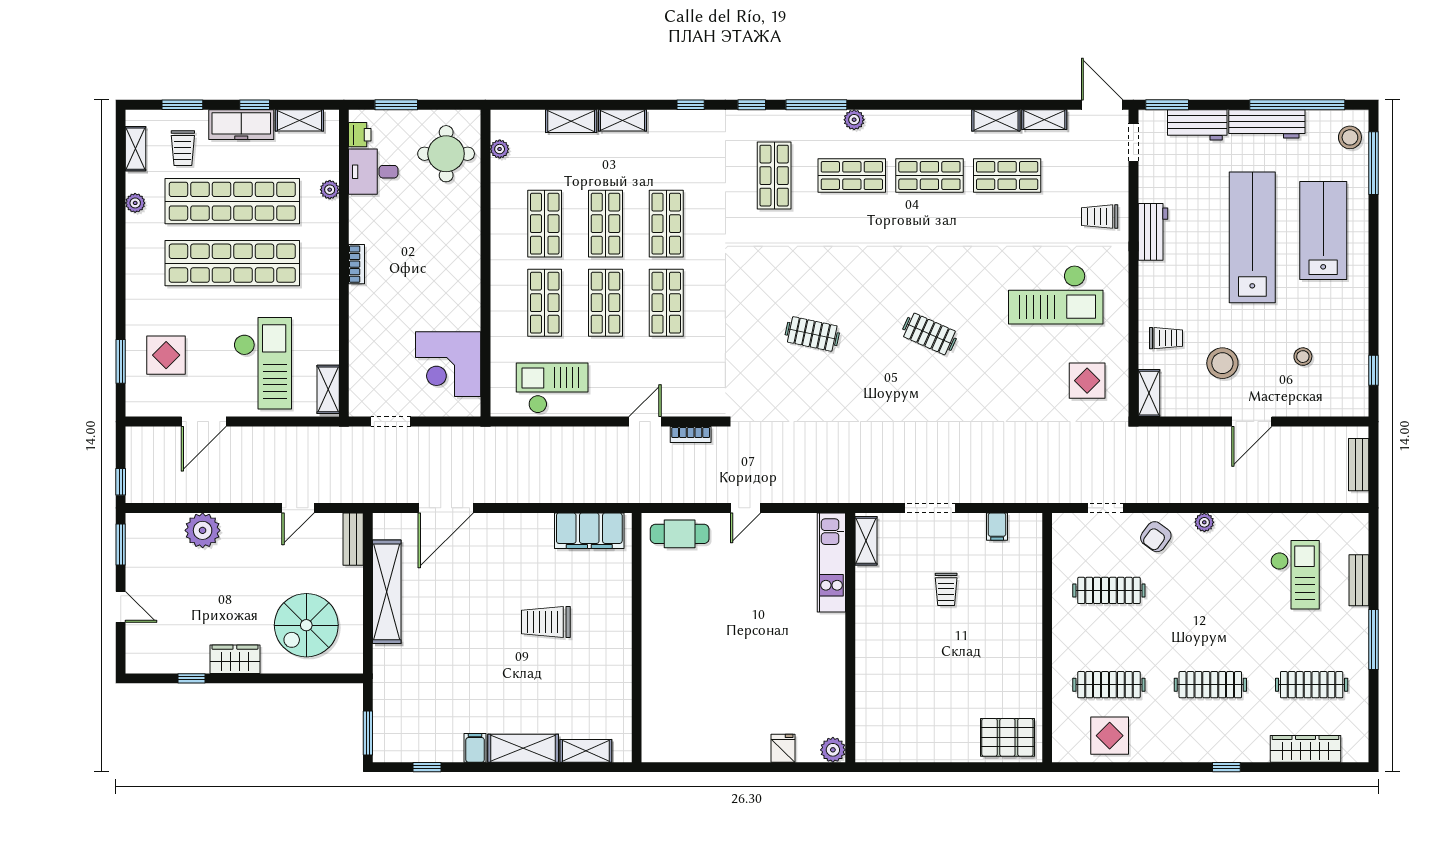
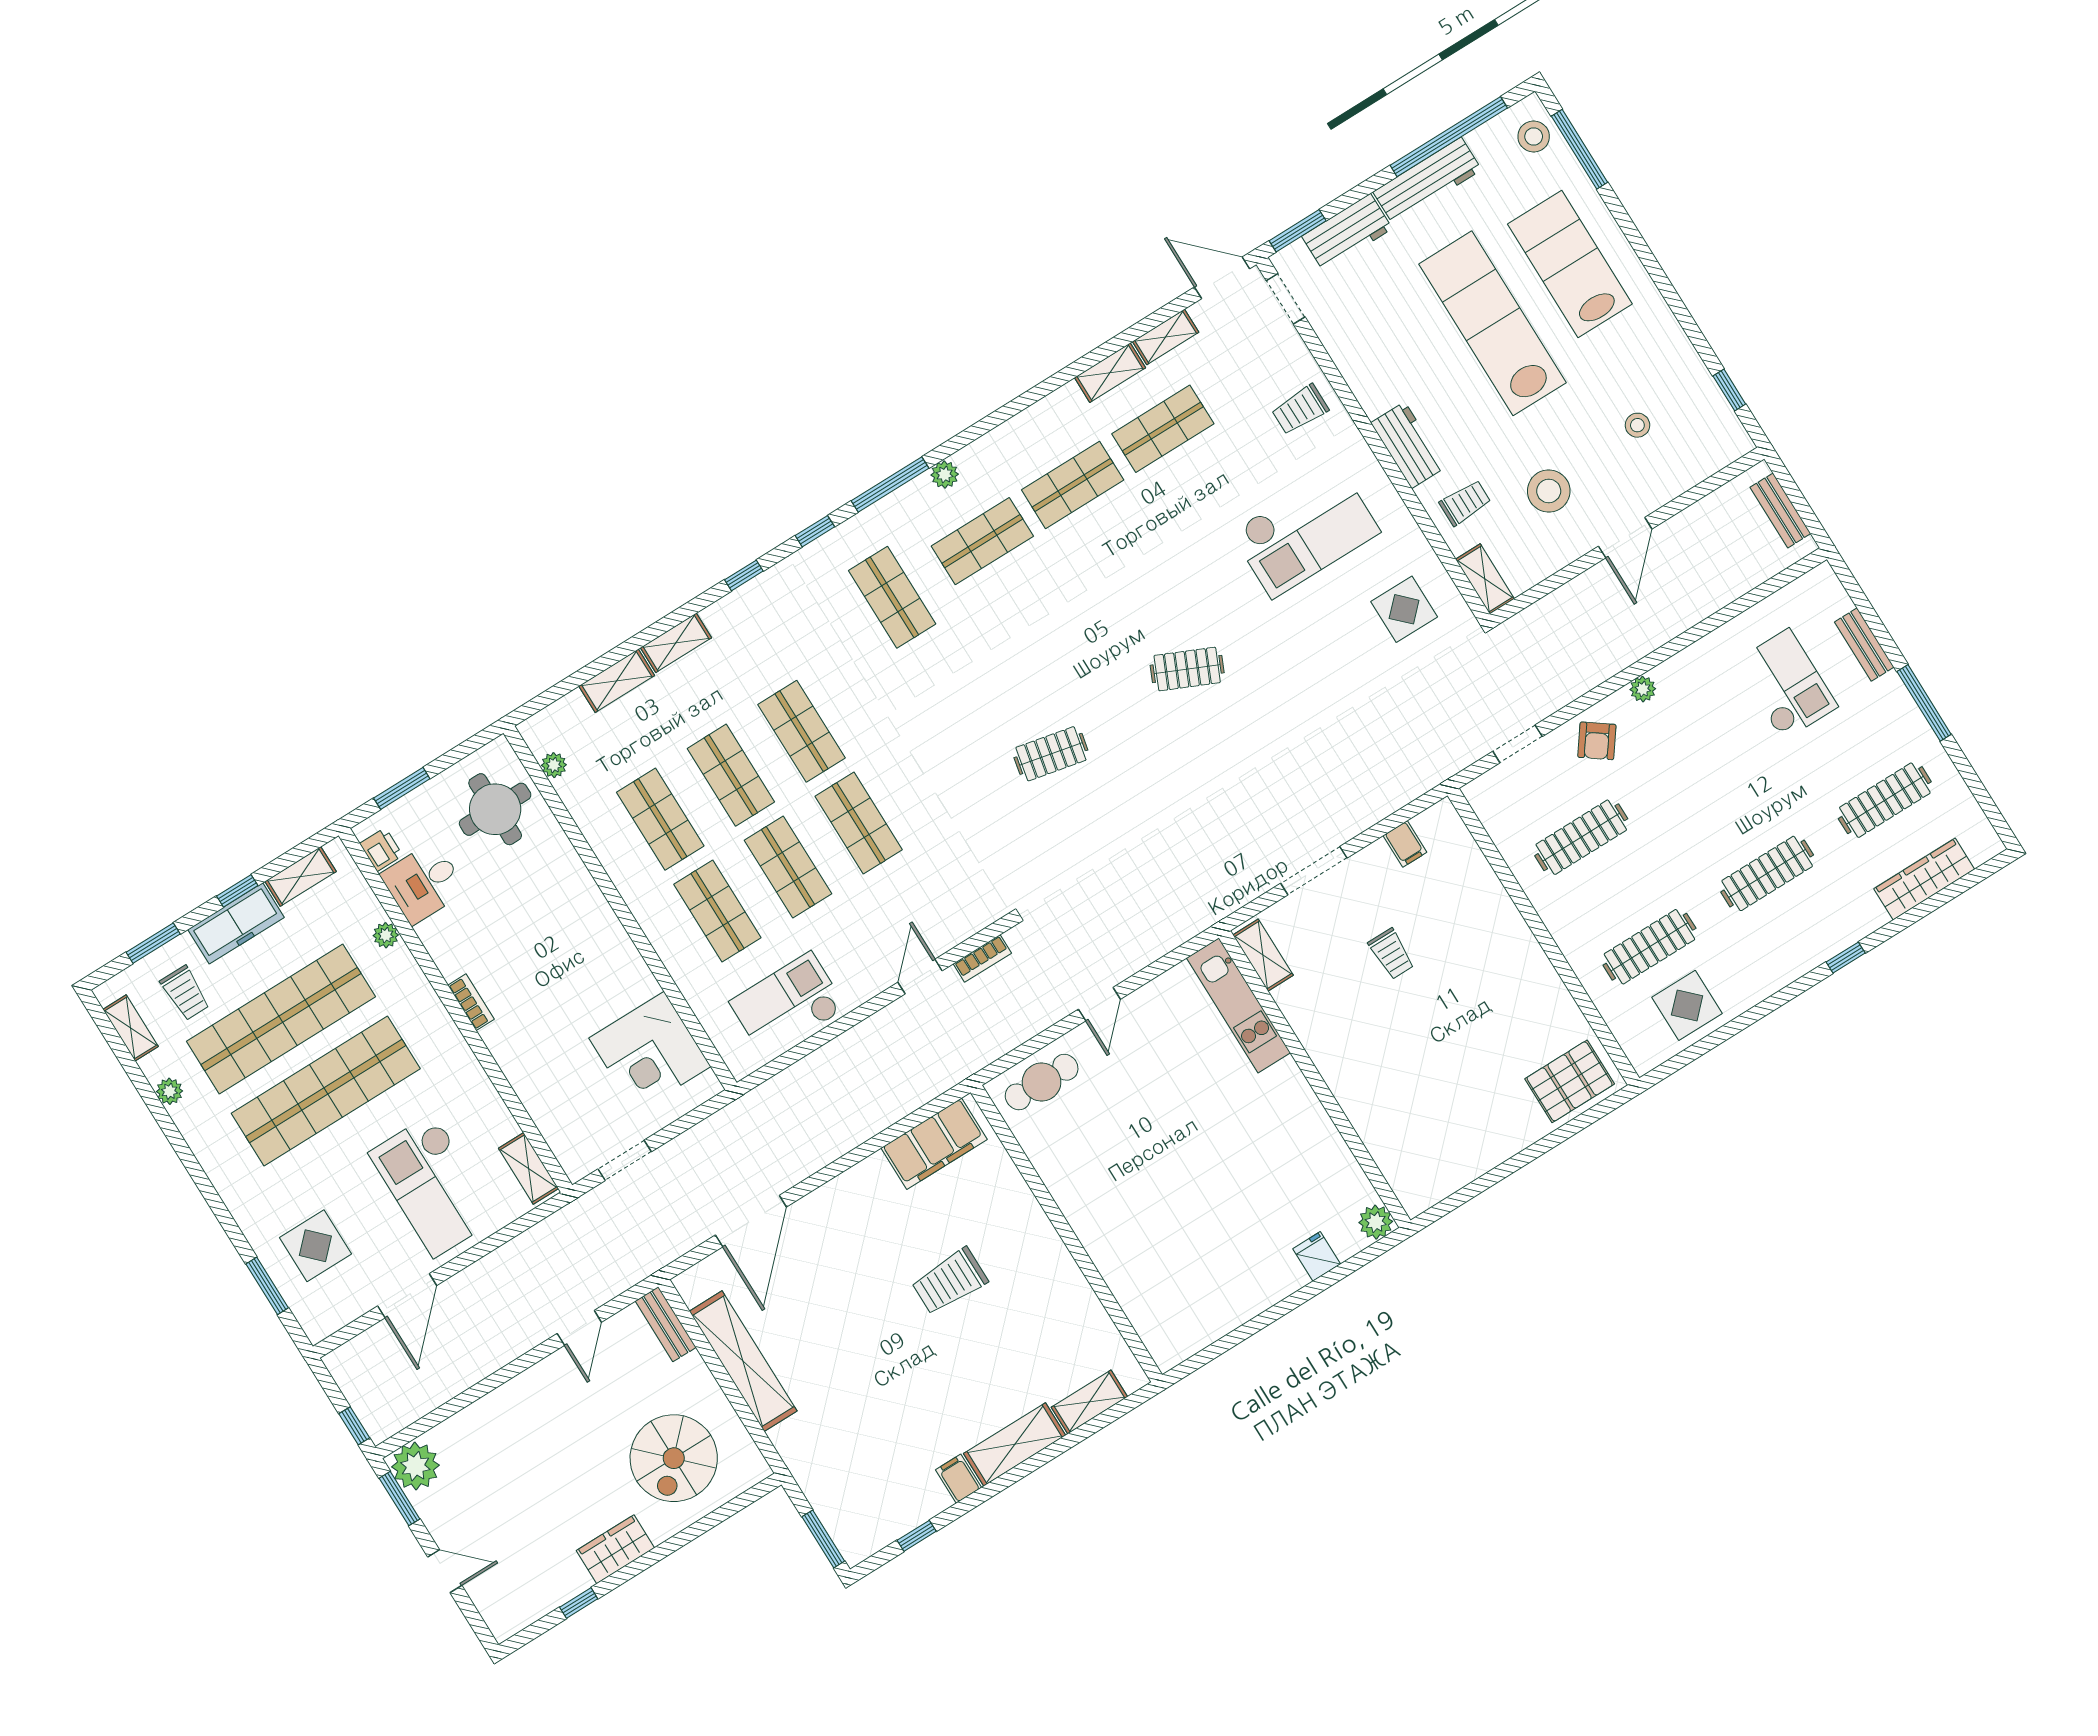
workbench: (1153, 232) -> (1408, 445), moved
checkout: (263, 363) -> (433, 1185), turned 180
plant: (203, 530) -> (415, 1466), moved

